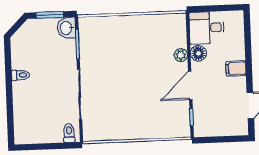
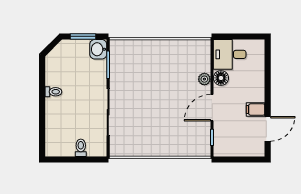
filing cabinet: (236, 68) -> (255, 110), moved
toilet: (69, 133) -> (81, 148), moved

